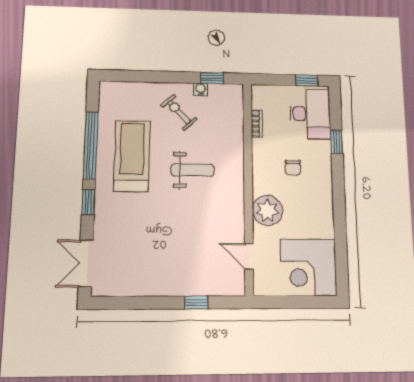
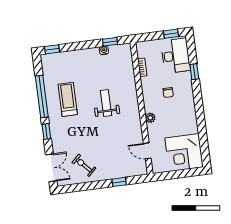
window: (120, 76) -> (52, 49), added
exercise bike: (179, 112) -> (84, 165), moved
treadmill: (132, 156) -> (68, 99), width x0.73, depth x0.73
weight bench: (193, 170) -> (106, 103), turned -90
plant: (267, 210) -> (150, 118), width x0.53, depth x0.53
double door: (86, 263) -> (51, 168), swing flipped

